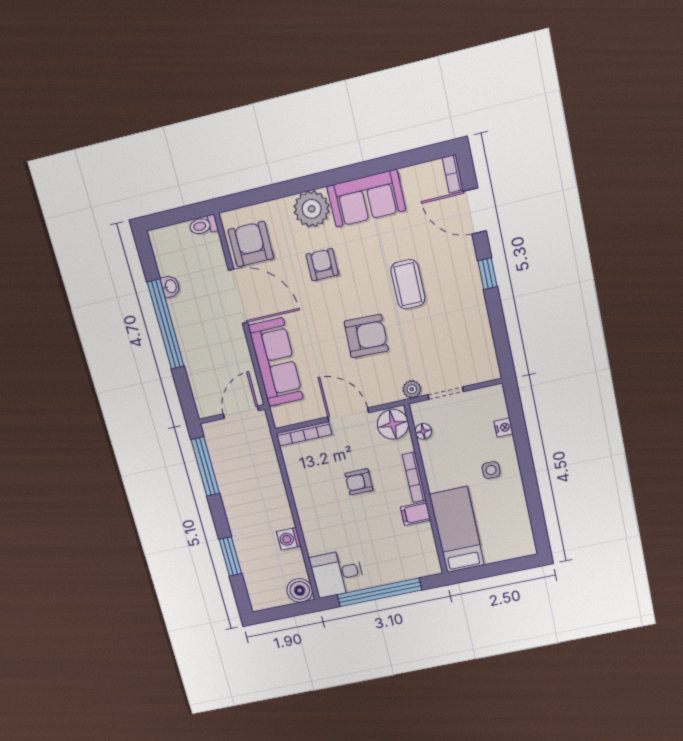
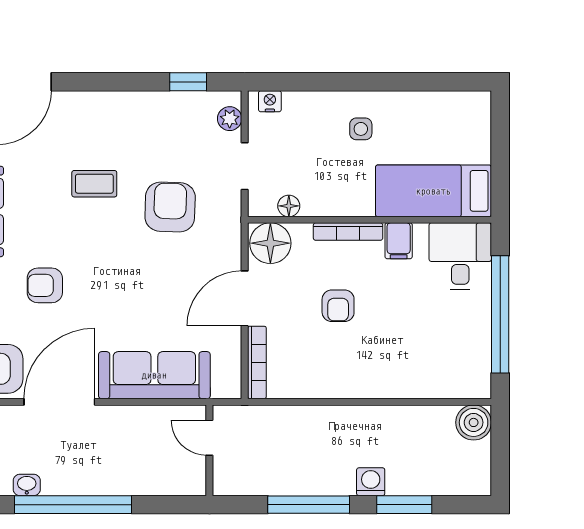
window: (487, 274) -> (188, 82), moved
coffee table: (408, 284) -> (94, 184), width x0.73, depth x0.77
armchair: (366, 336) -> (170, 207), moved
plant: (412, 389) -> (230, 119), moved
door: (241, 412) -> (209, 438), width x0.73
nightstand: (504, 428) -> (270, 101), moved
window: (205, 467) -> (309, 505), moved
washing machine: (289, 539) -> (371, 482), moved, turned 180
desk: (337, 573) -> (460, 256), moved, turned 180

